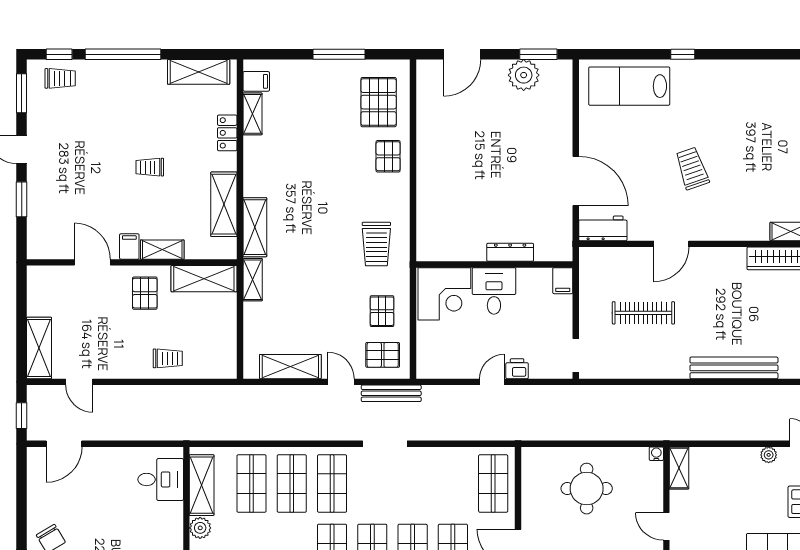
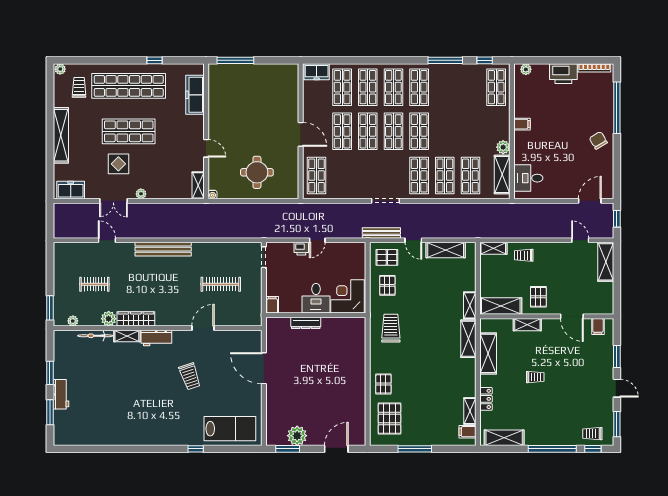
workbench: (603, 228) -> (156, 338), moved
filing cabinet: (129, 246) -> (598, 327), moved
shelving: (216, 369) -> (493, 248), added

